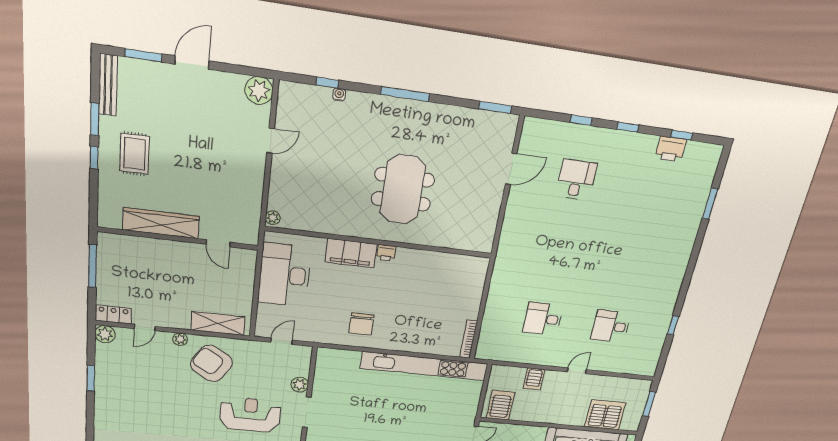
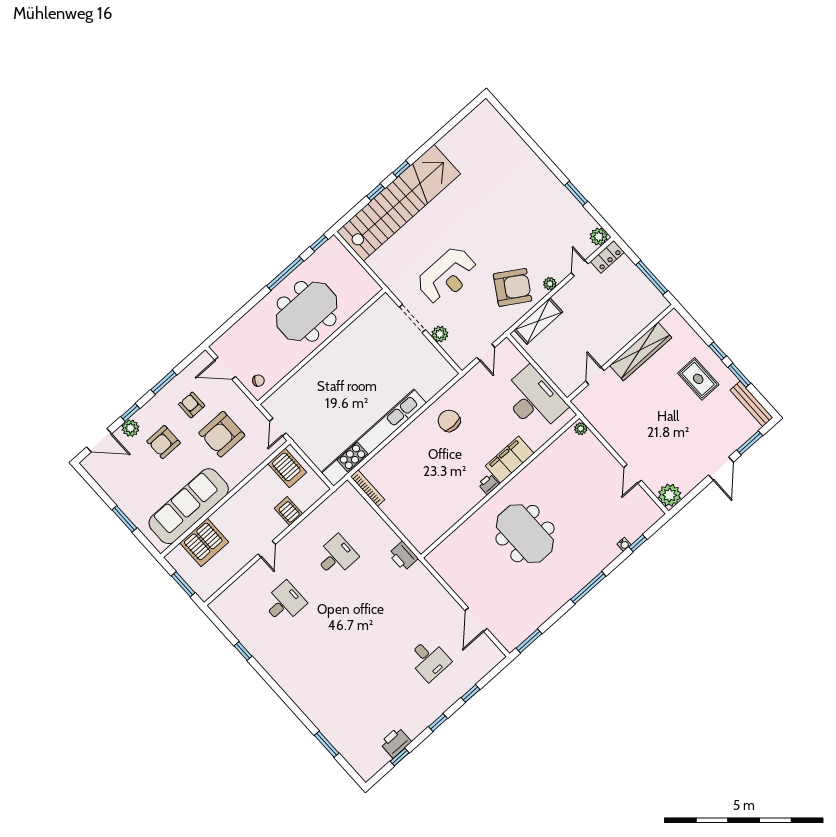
door: (218, 243) -> (595, 376), hinge flipped
printer: (503, 270) -> (403, 556), added

